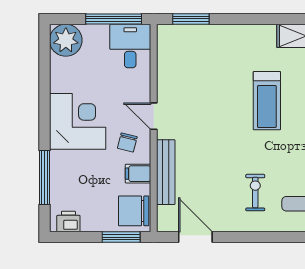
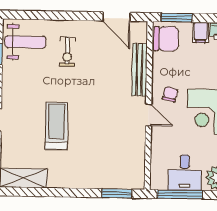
desk: (130, 46) -> (185, 173), moved
filing cabinet: (138, 174) -> (201, 32), moved, turned 90

